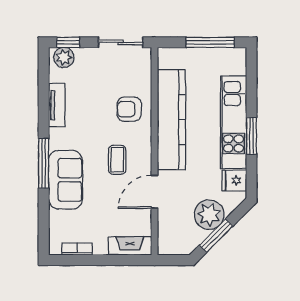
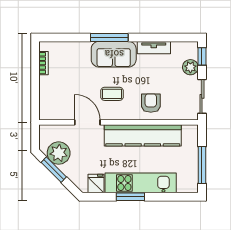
plant: (64, 57) -> (190, 67), moved
sofa: (65, 180) -> (114, 54), moved
plant: (209, 215) -> (59, 153), moved
fireplace: (130, 246) -> (46, 104), removed

